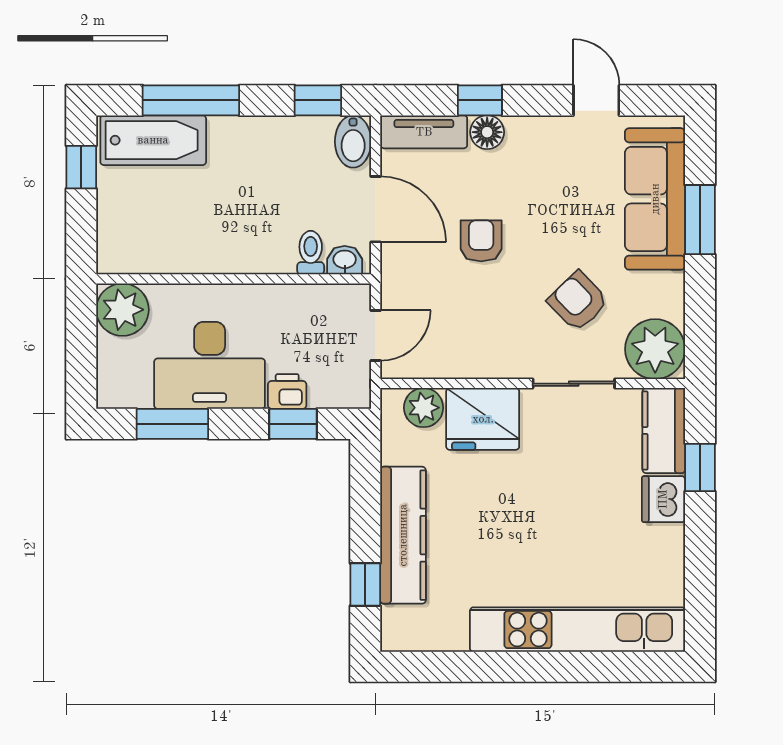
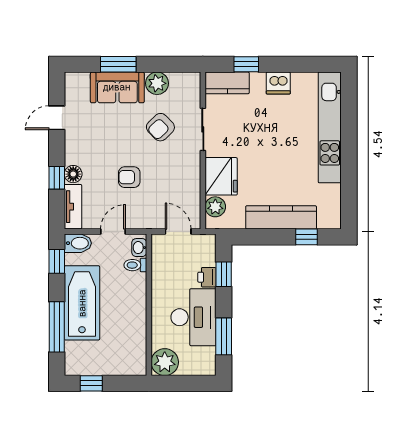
bathtub: (153, 140) -> (82, 303), moved, width x1.36, depth x1.36
sofa: (655, 199) -> (117, 87), width x0.73
door: (376, 209) -> (113, 232), width x0.73
plant: (655, 349) -> (157, 83), moved, width x0.73, depth x0.73
dishwasher: (663, 499) -> (278, 83), moved

